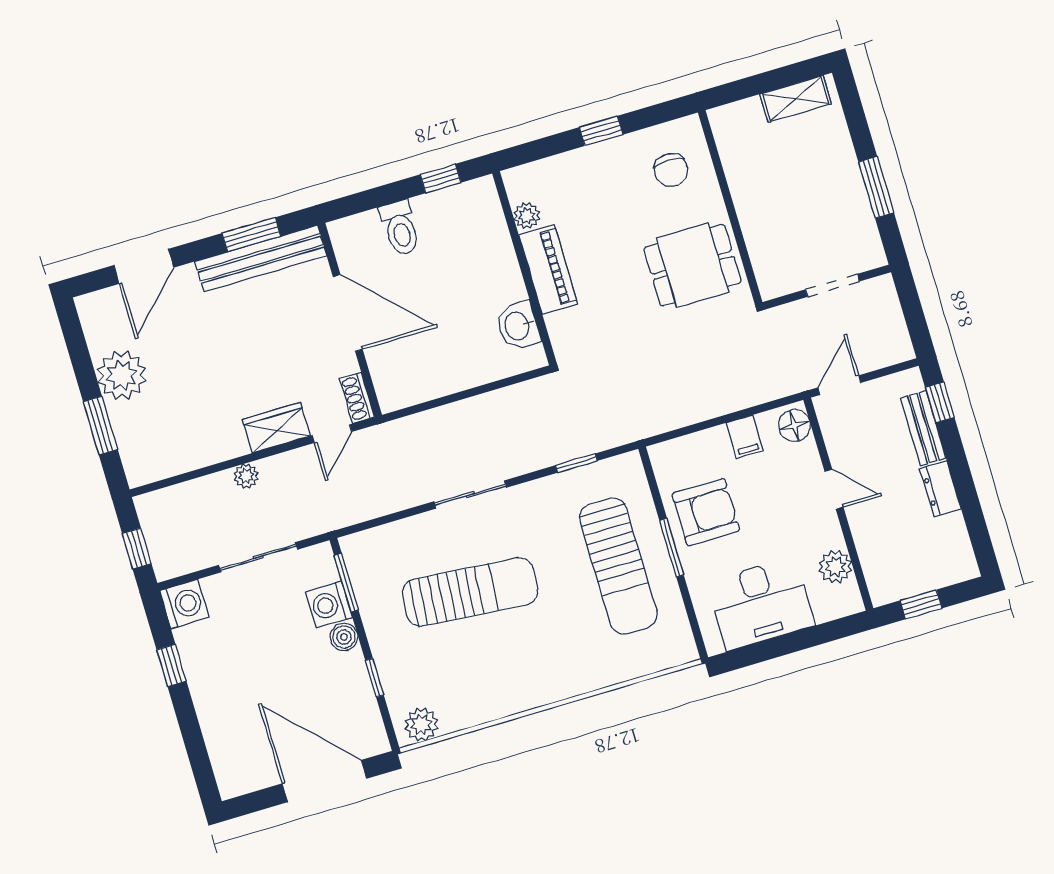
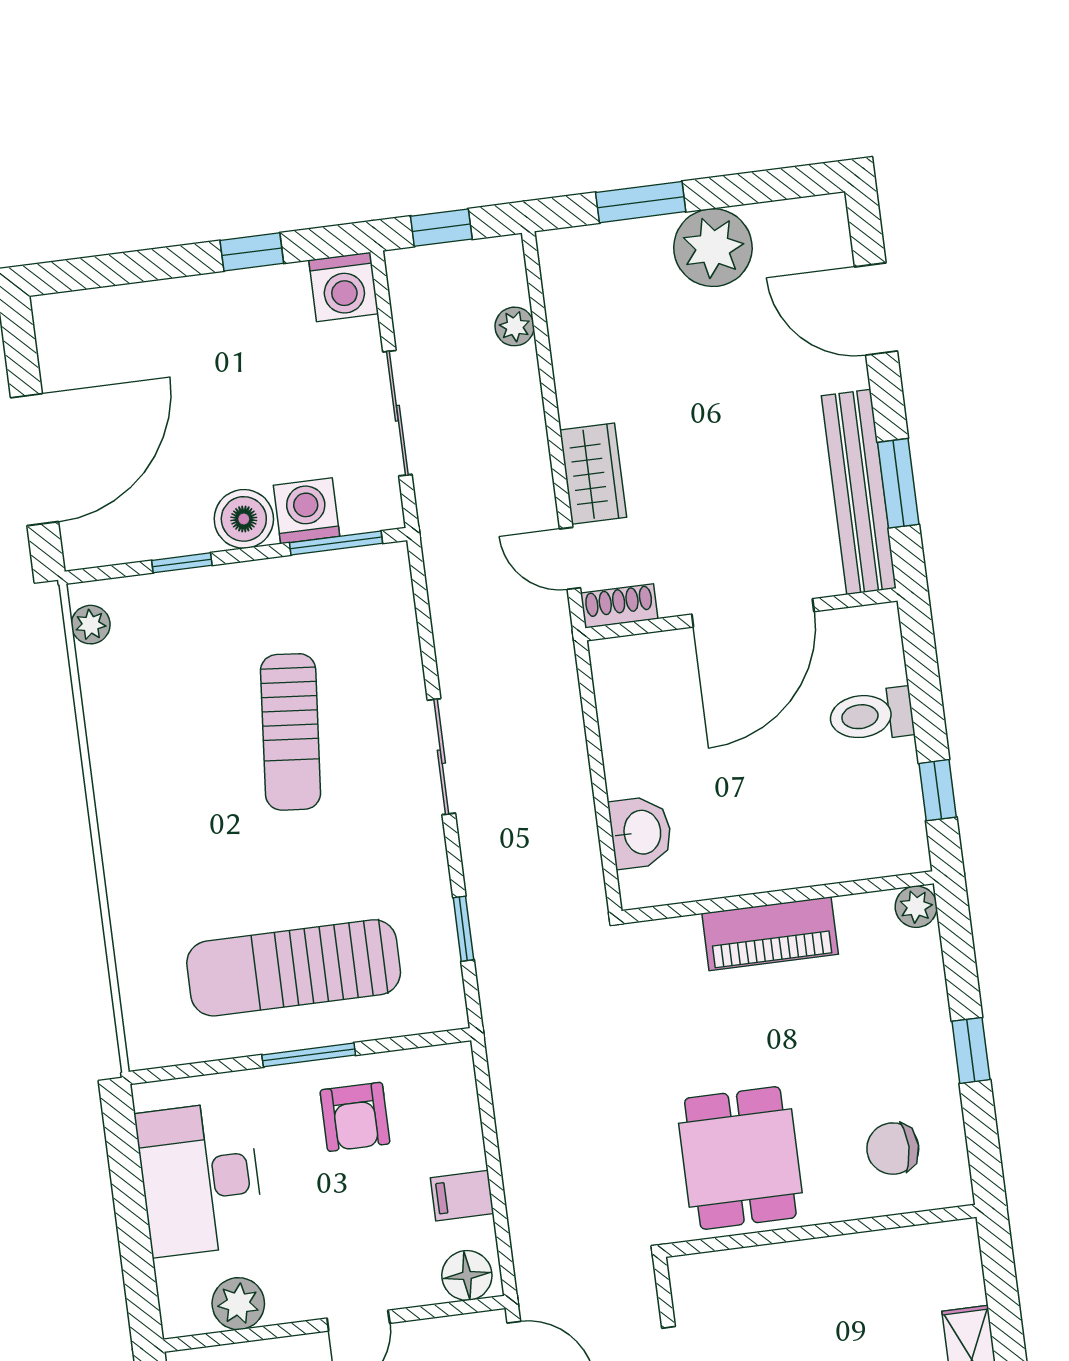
plant: (527, 216) -> (916, 907), moved
washbasin: (518, 326) -> (641, 832), moved, turned 90
plant: (246, 476) -> (515, 326), moved
armchair: (706, 512) -> (355, 1117), width x0.72, depth x0.72
sun lounger: (470, 592) -> (291, 732), width x0.73, depth x0.75
boiler: (344, 637) -> (244, 519), width x1.36, depth x1.36
plant: (421, 725) -> (91, 625), width x0.73, depth x0.73

